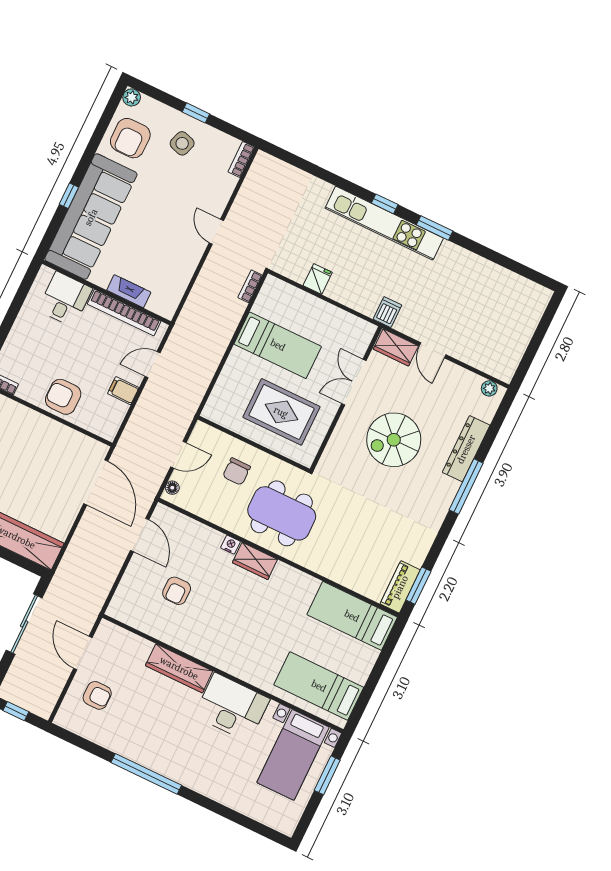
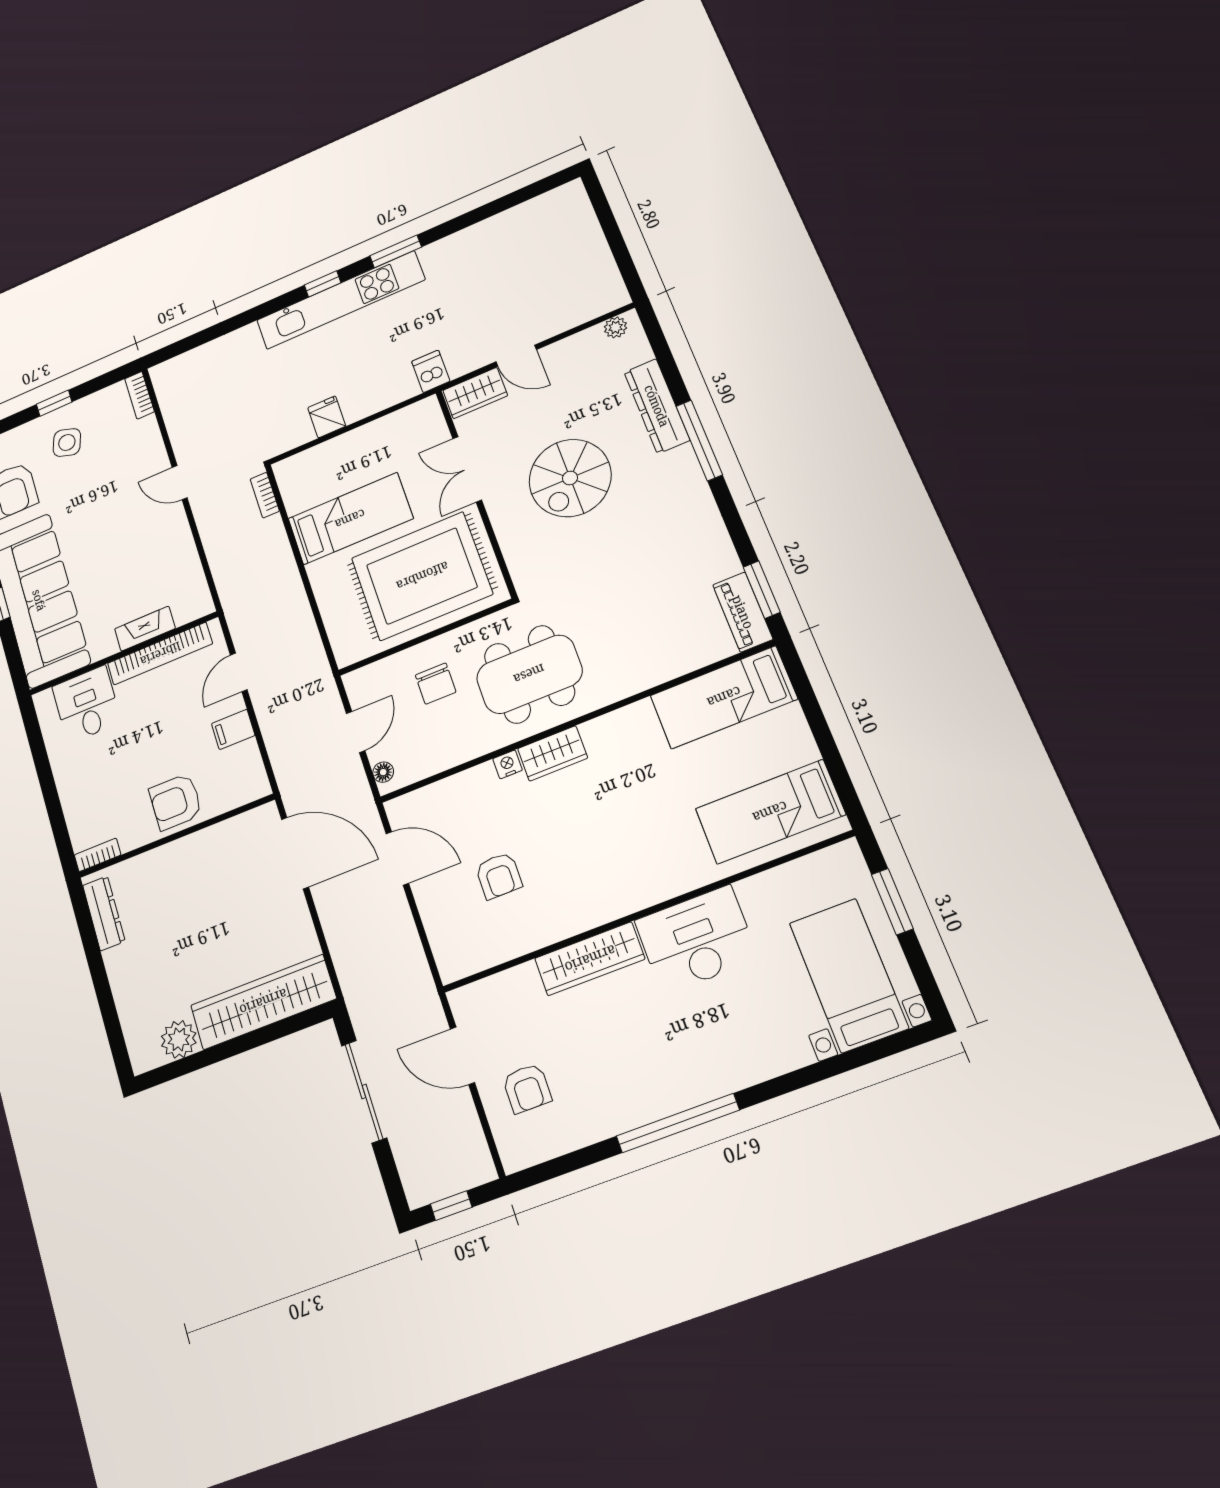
rug: (281, 412) -> (422, 576), width x1.37, depth x1.44
armchair: (97, 695) -> (527, 1088), turned 90
bed with nightstands: (293, 755) -> (849, 975), moved, turned 180

